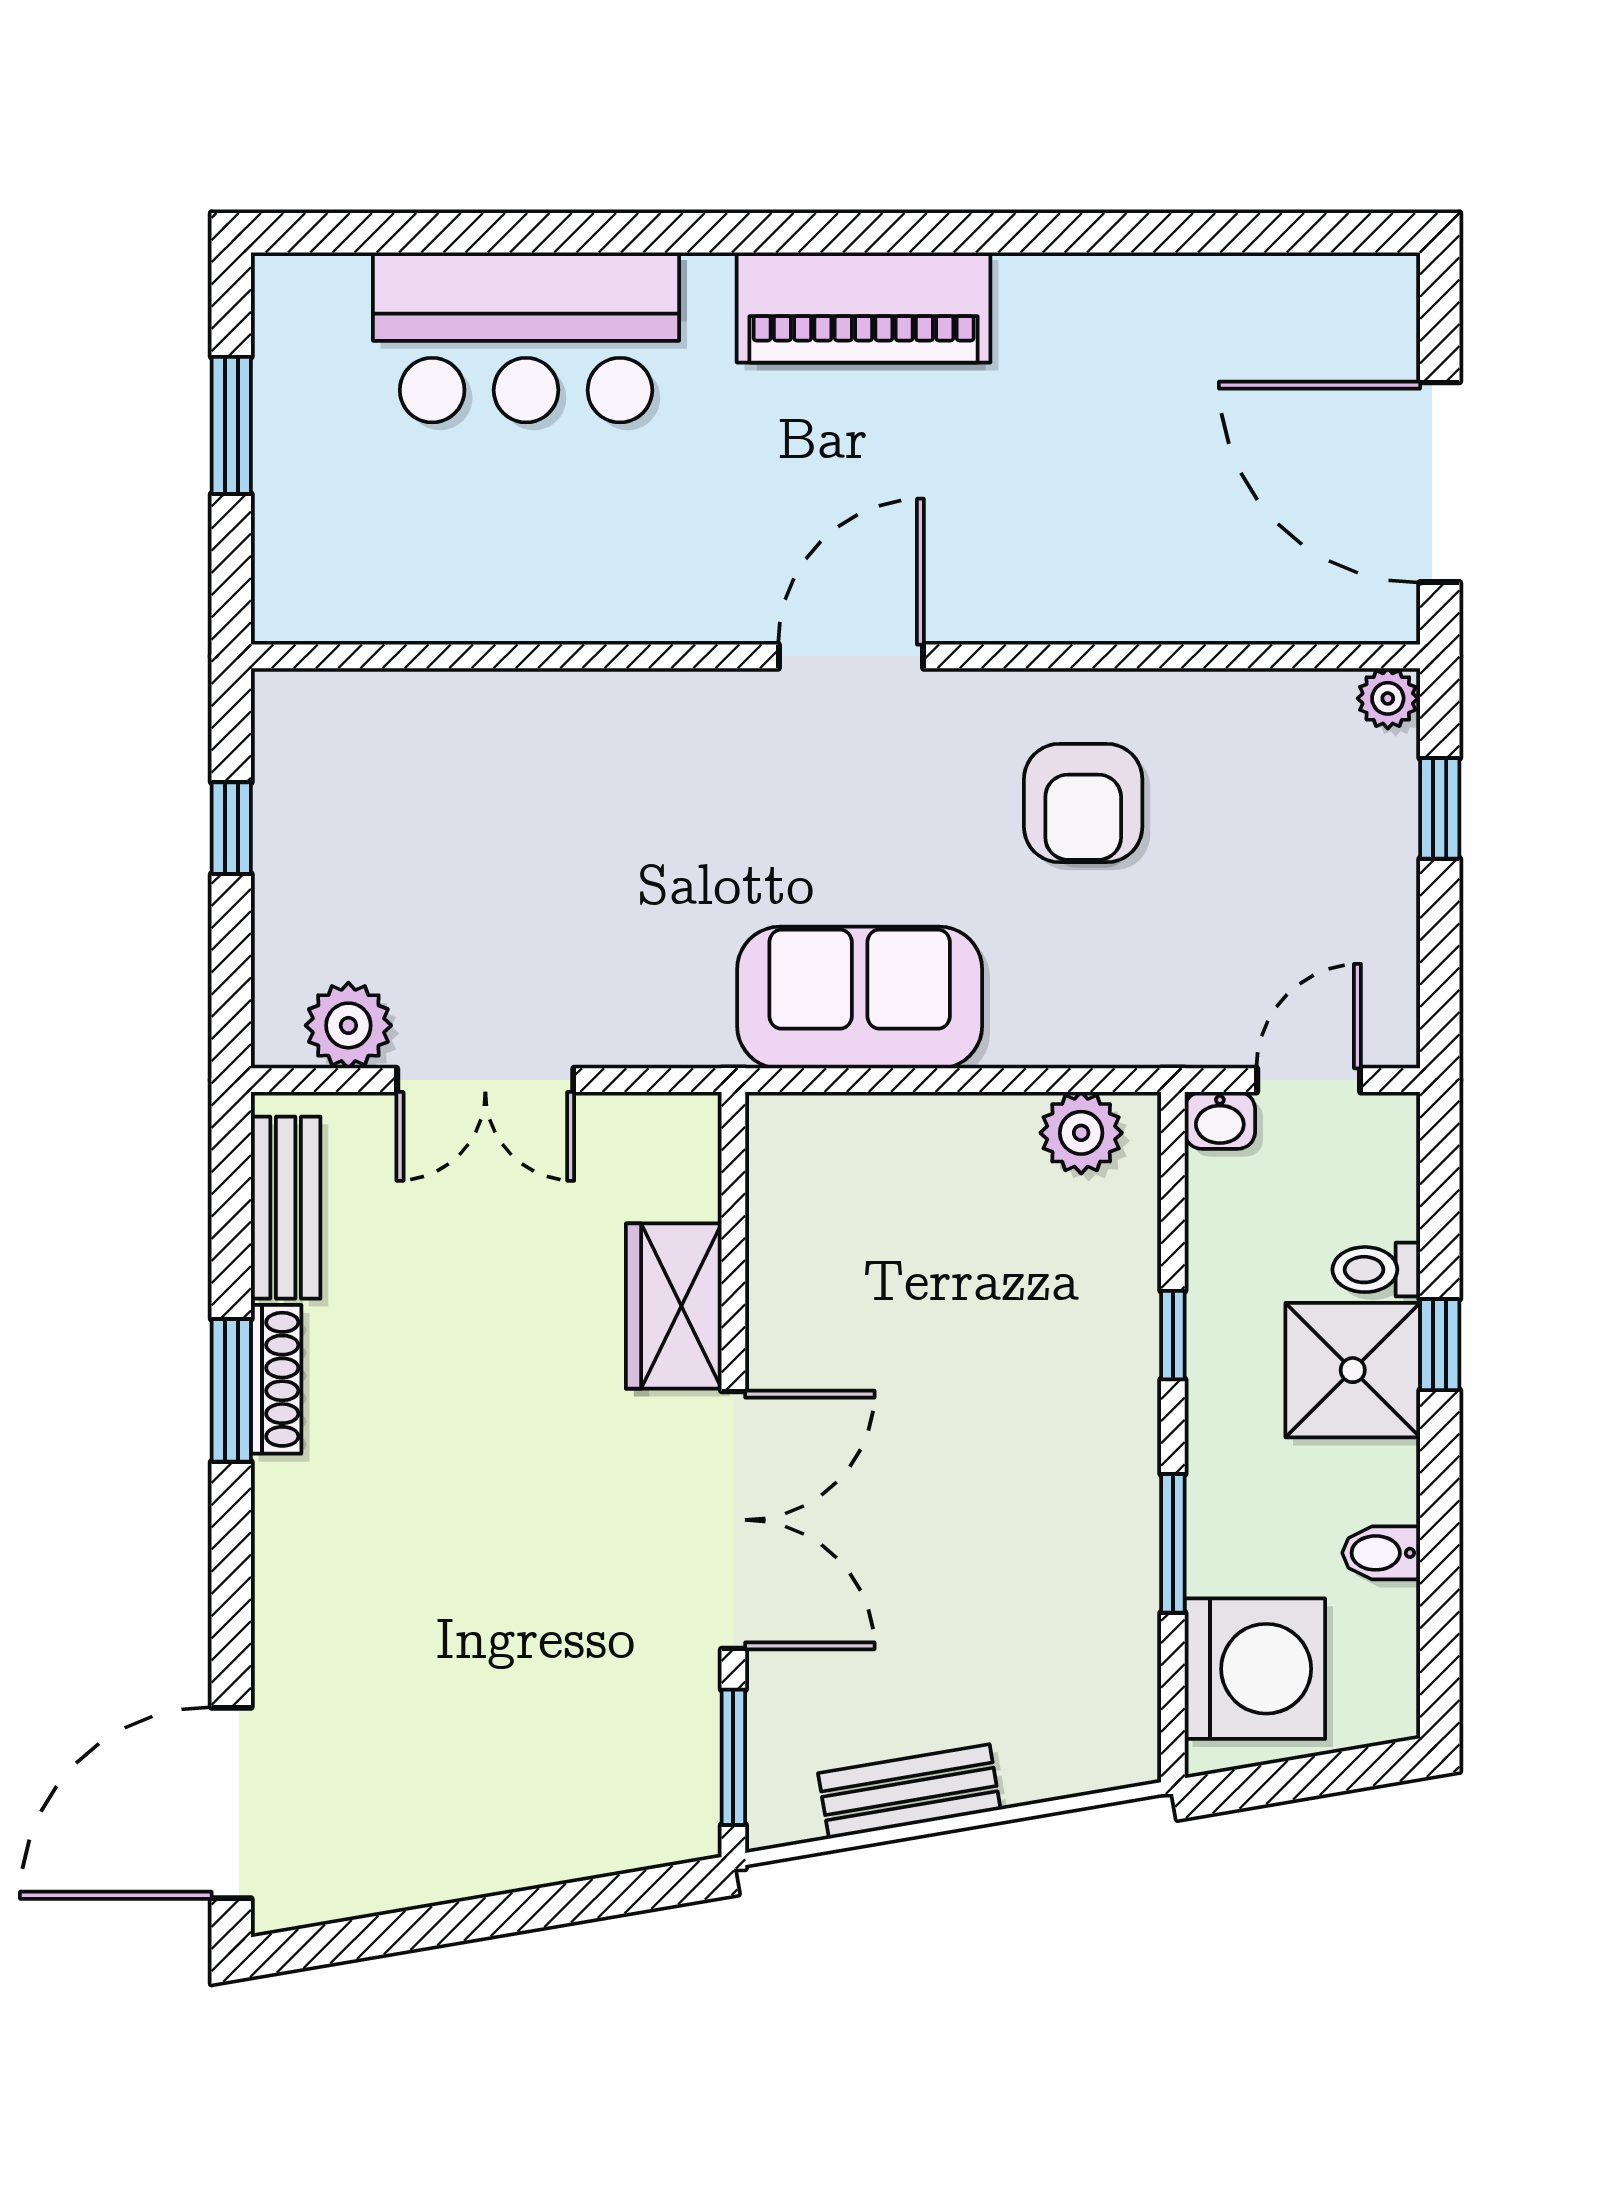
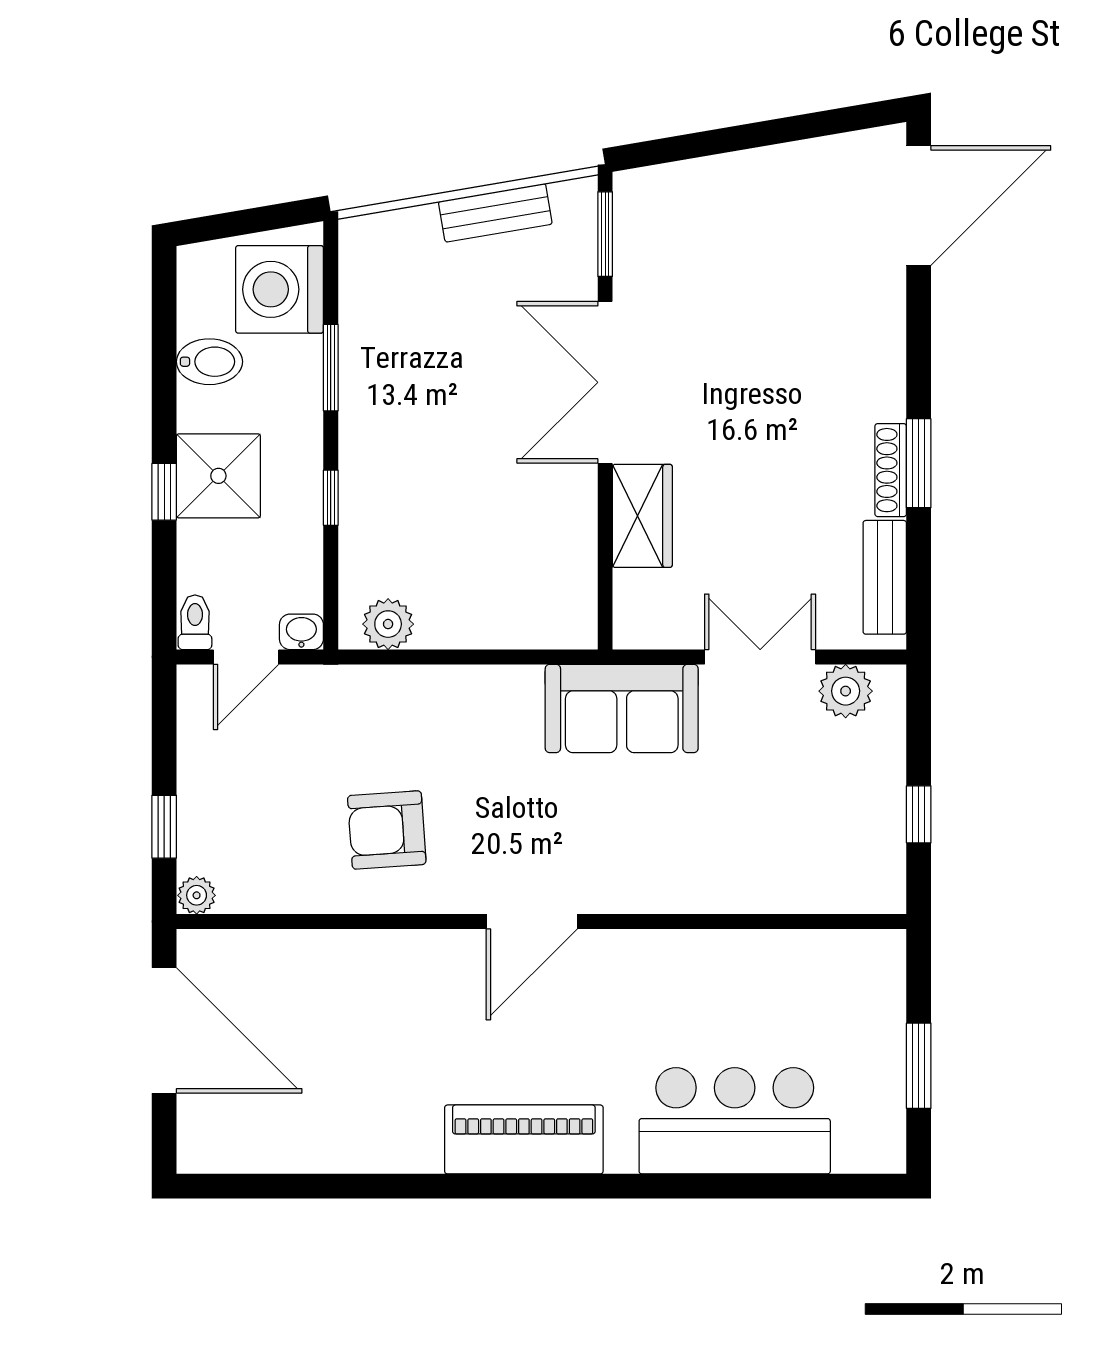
armchair: (1083, 803) -> (387, 830), turned -94
sofa: (860, 998) -> (622, 708), moved
toilet: (1376, 1270) -> (195, 622), moved, turned -90
bidet: (1381, 1553) -> (209, 362), width x1.38, depth x1.36

